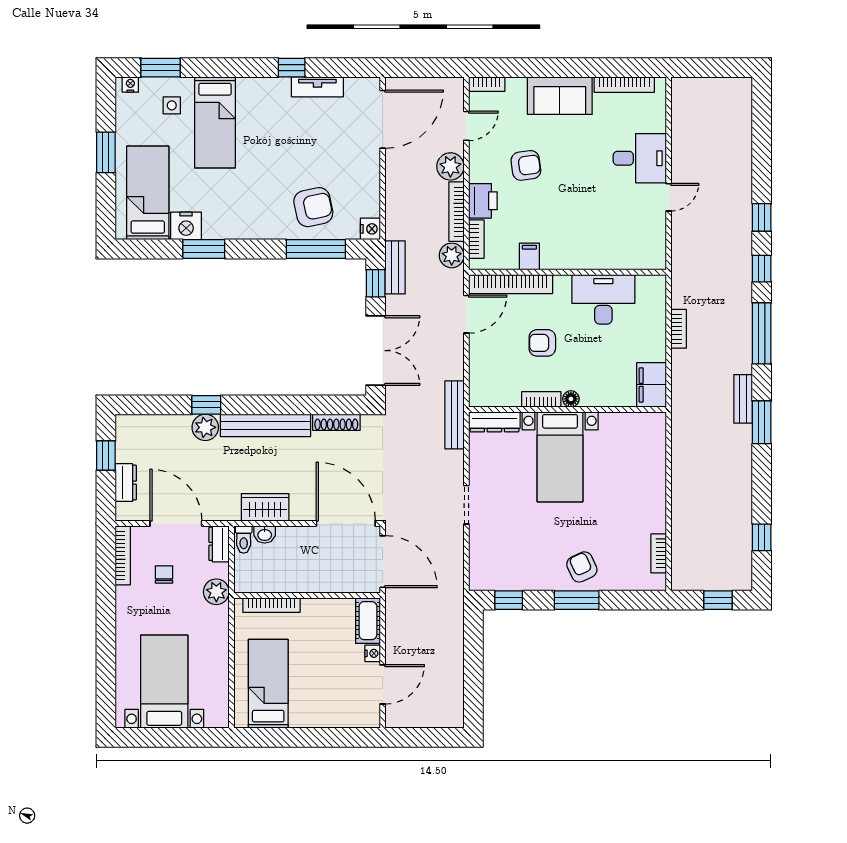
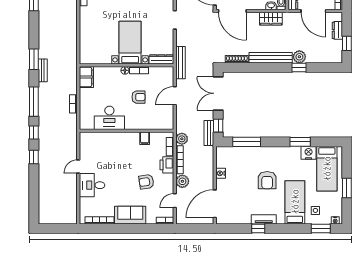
tv unit: (317, 87) -> (264, 219), moved
armchair: (313, 207) -> (267, 180), moved, turned -78
nightstand: (370, 229) -> (221, 173), moved
bookcase: (511, 284) -> (154, 125), removed
door: (466, 314) -> (175, 96), moved

